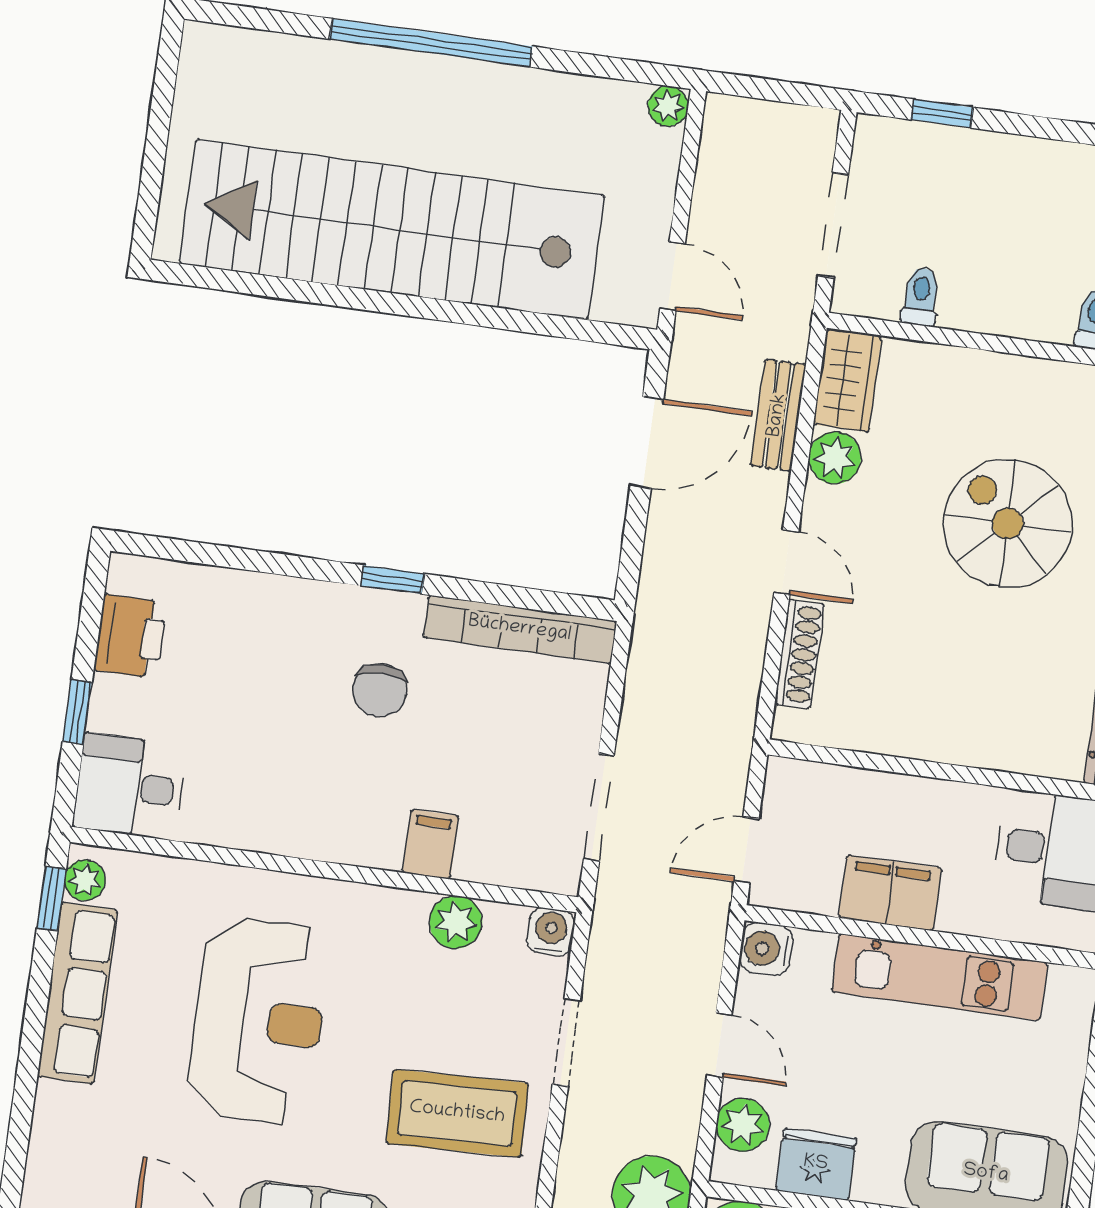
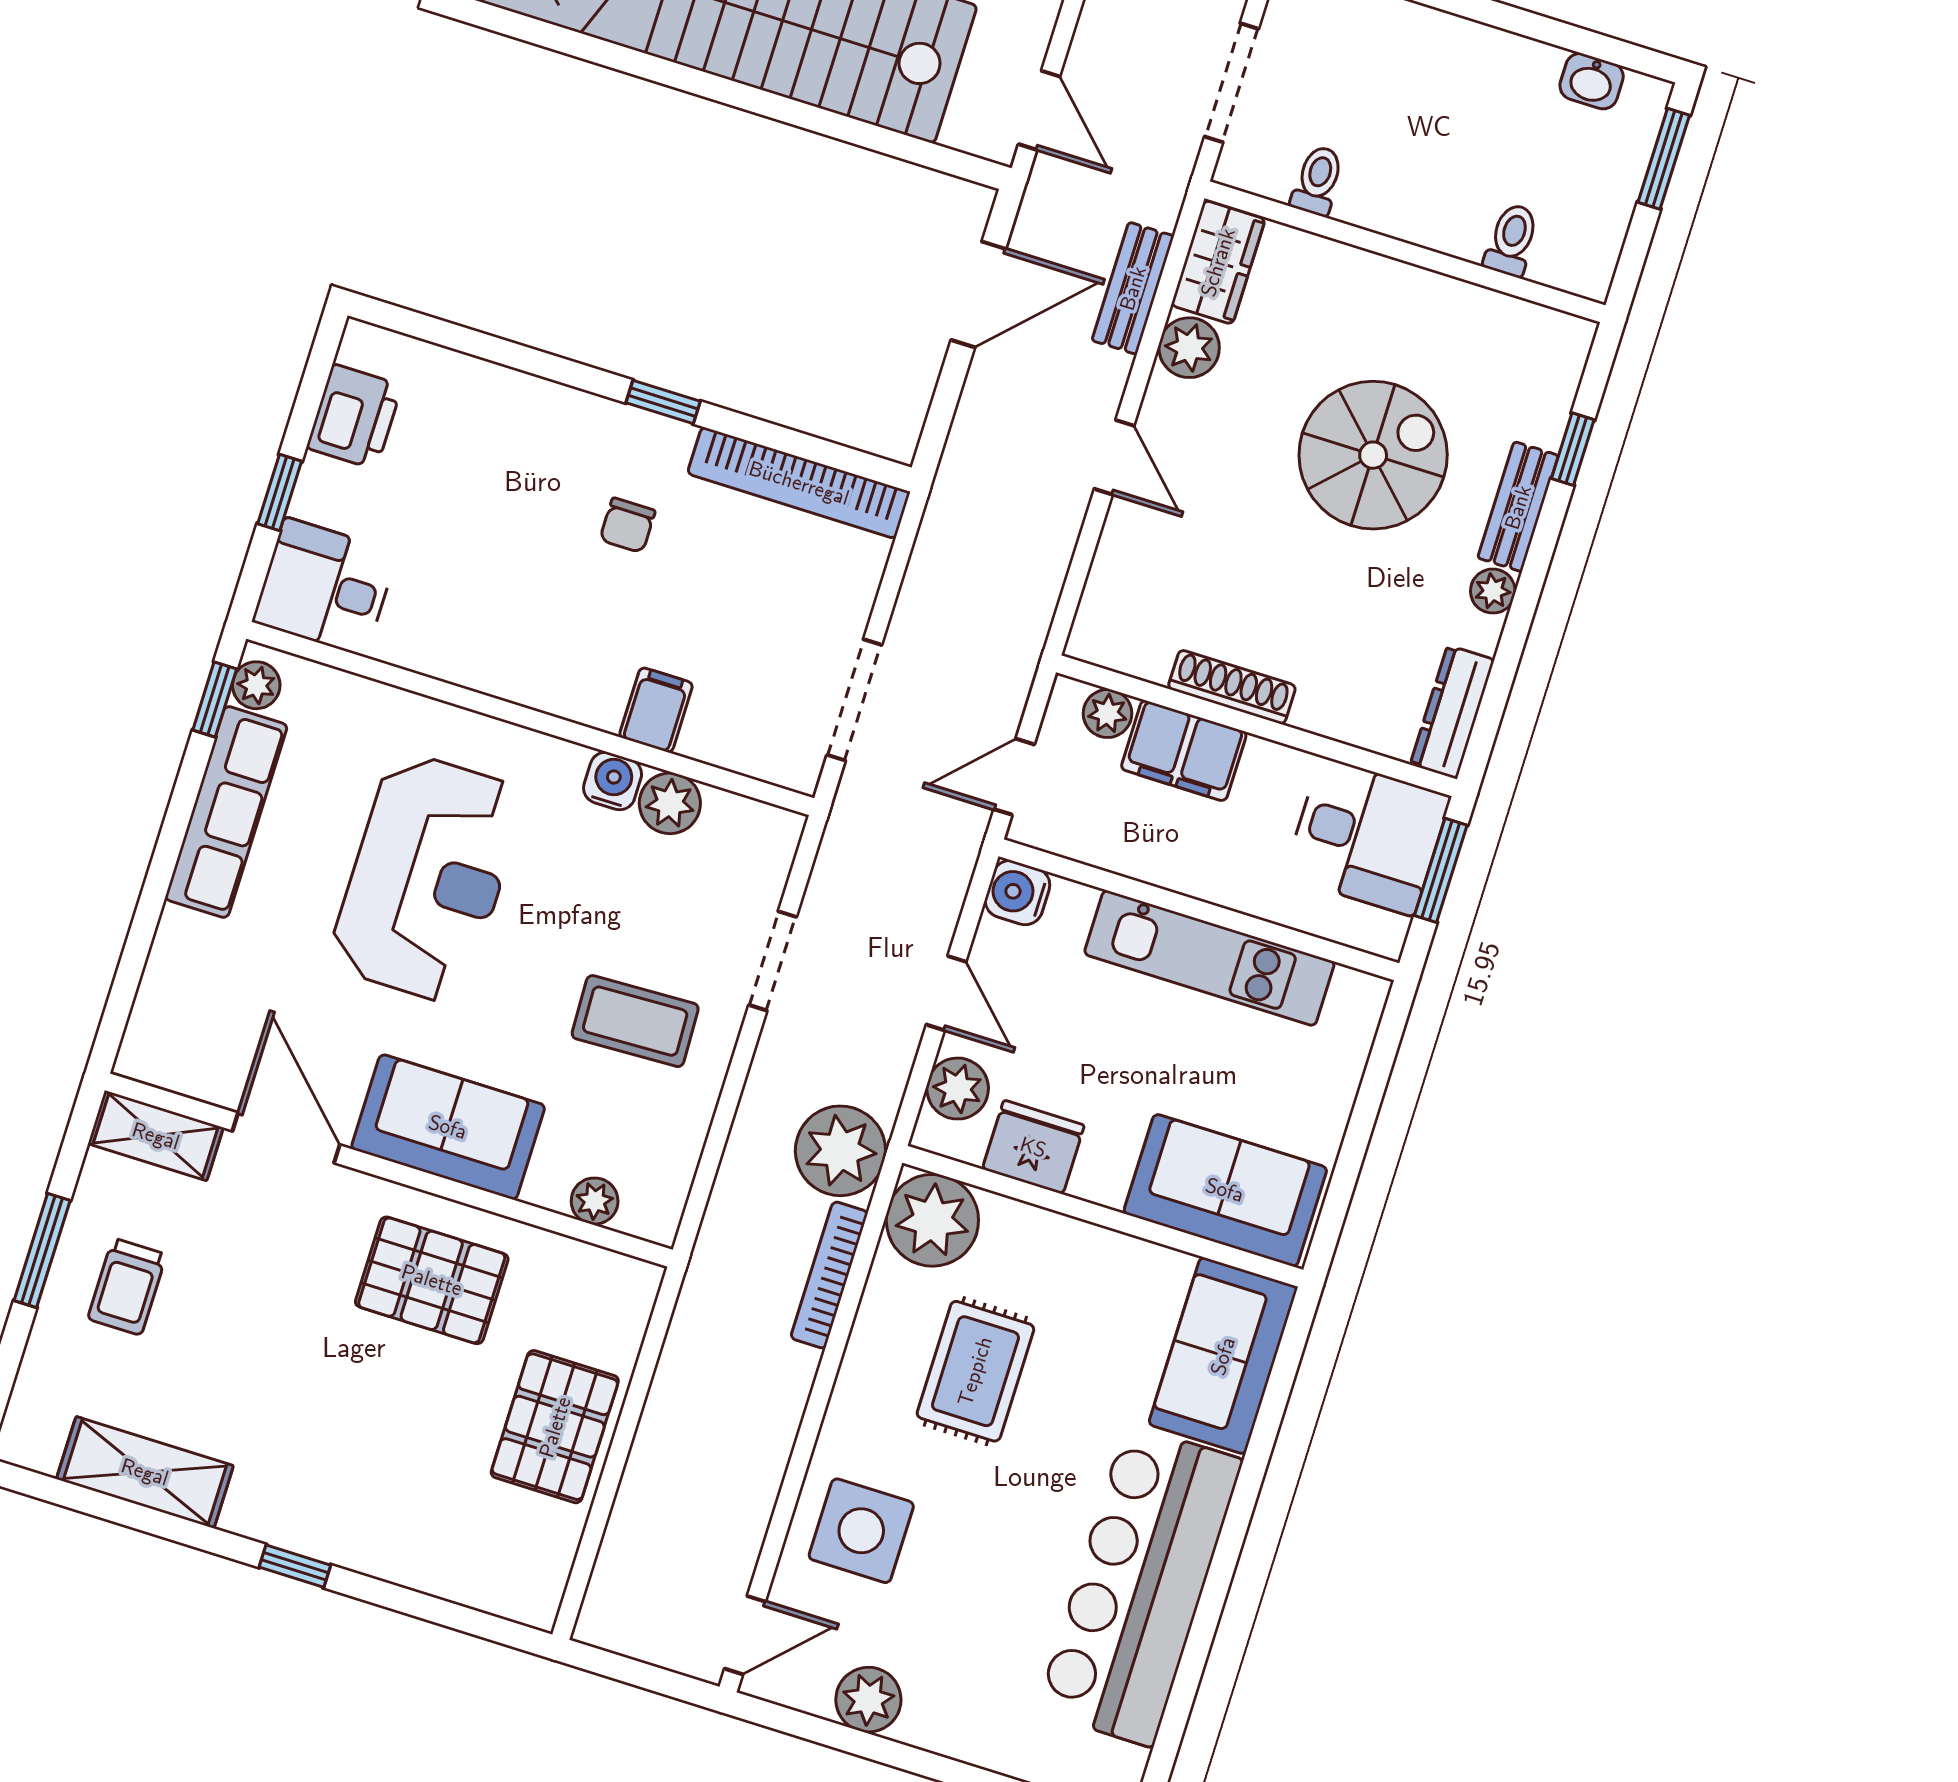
spiral stairs: (1008, 523) -> (1373, 455), turned 90
shoe rack: (799, 654) -> (1232, 687), moved, turned -90
chair: (380, 690) -> (627, 525), width x0.73, depth x0.73
plant: (817, 783) -> (1107, 714), added
filing cabinet: (890, 893) -> (1184, 751), moved, turned 180
water cooler: (551, 932) -> (613, 781), moved
coffee table: (457, 1113) -> (635, 1021), width x0.73, depth x0.76

